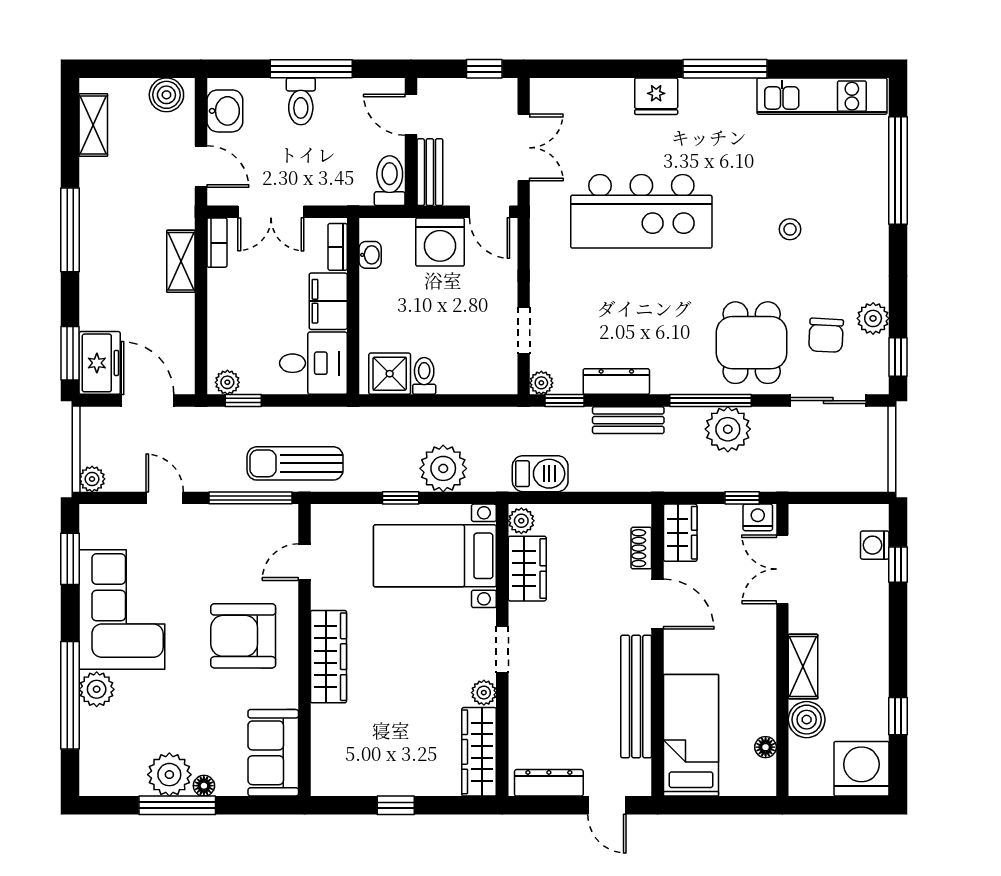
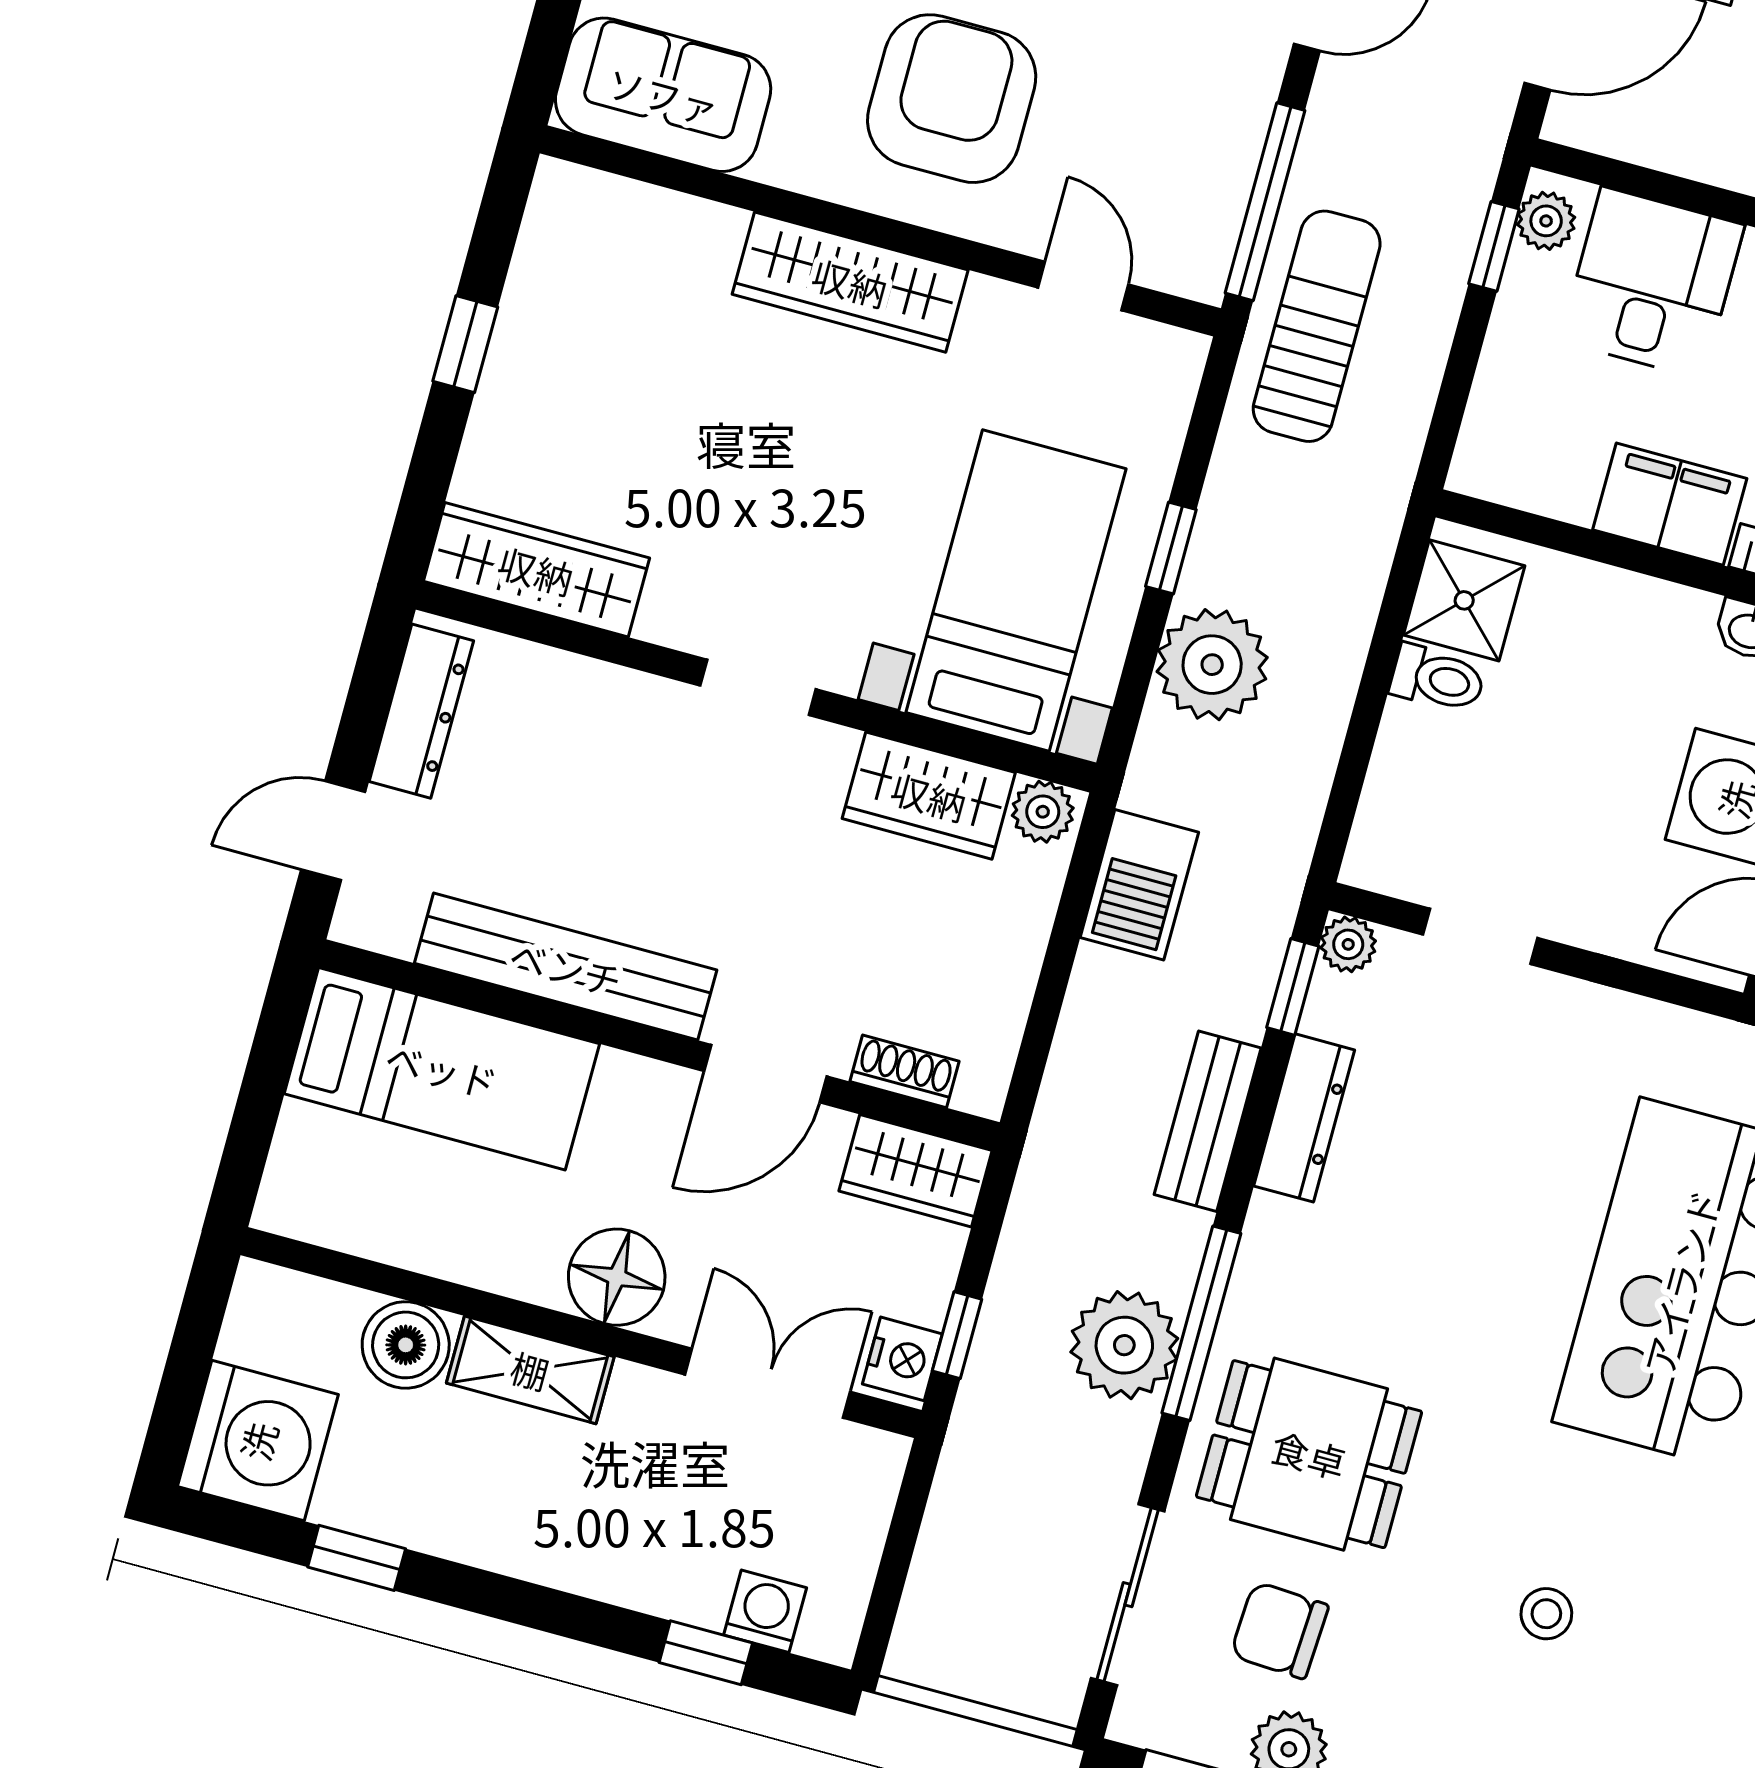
desk: (313, 363) -> (1652, 283), moved, turned 180
plant: (484, 693) -> (670, 618), removed
floor lamp: (766, 747) -> (617, 1277), moved, width x1.89, depth x1.89

